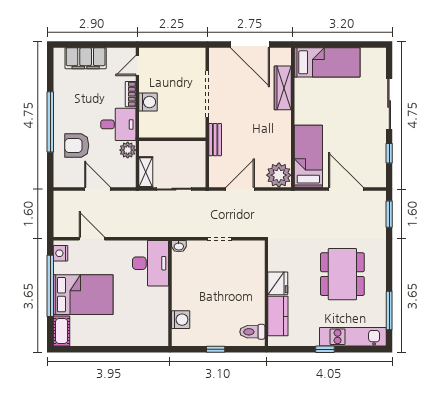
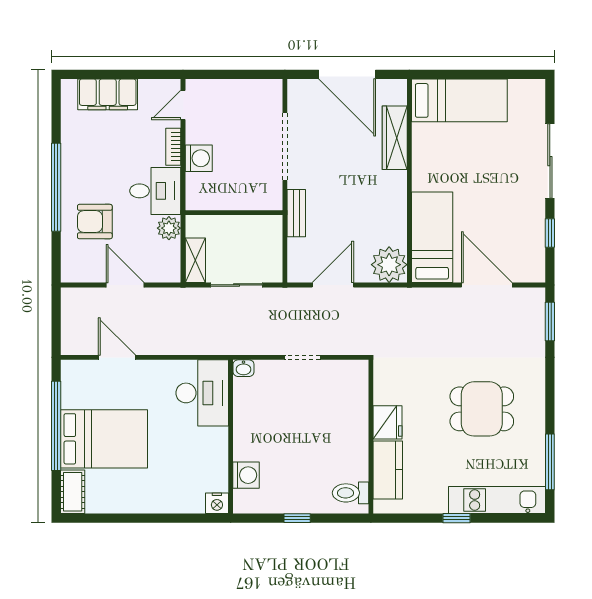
nightstand: (61, 253) -> (217, 503), moved, turned -90
dining table: (342, 274) -> (482, 409), width x0.73

